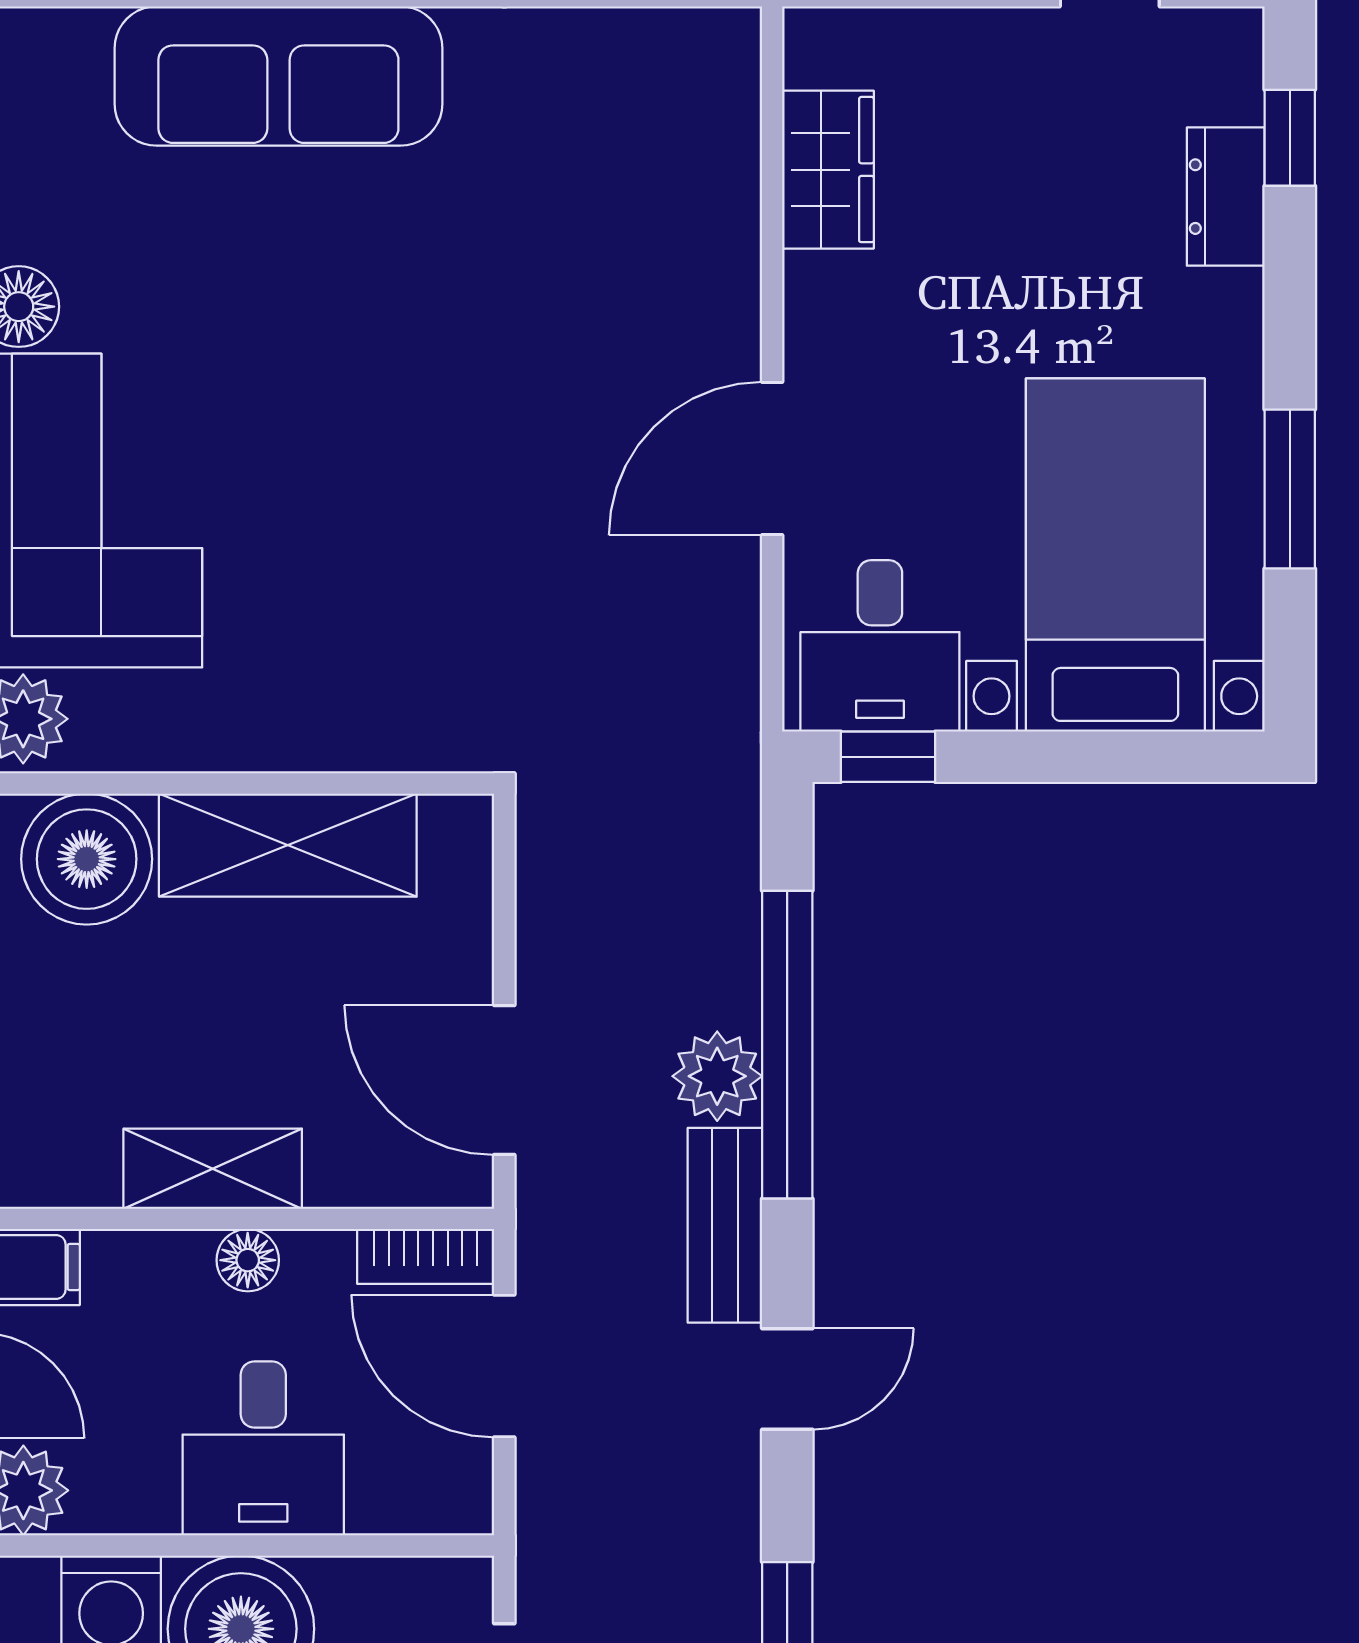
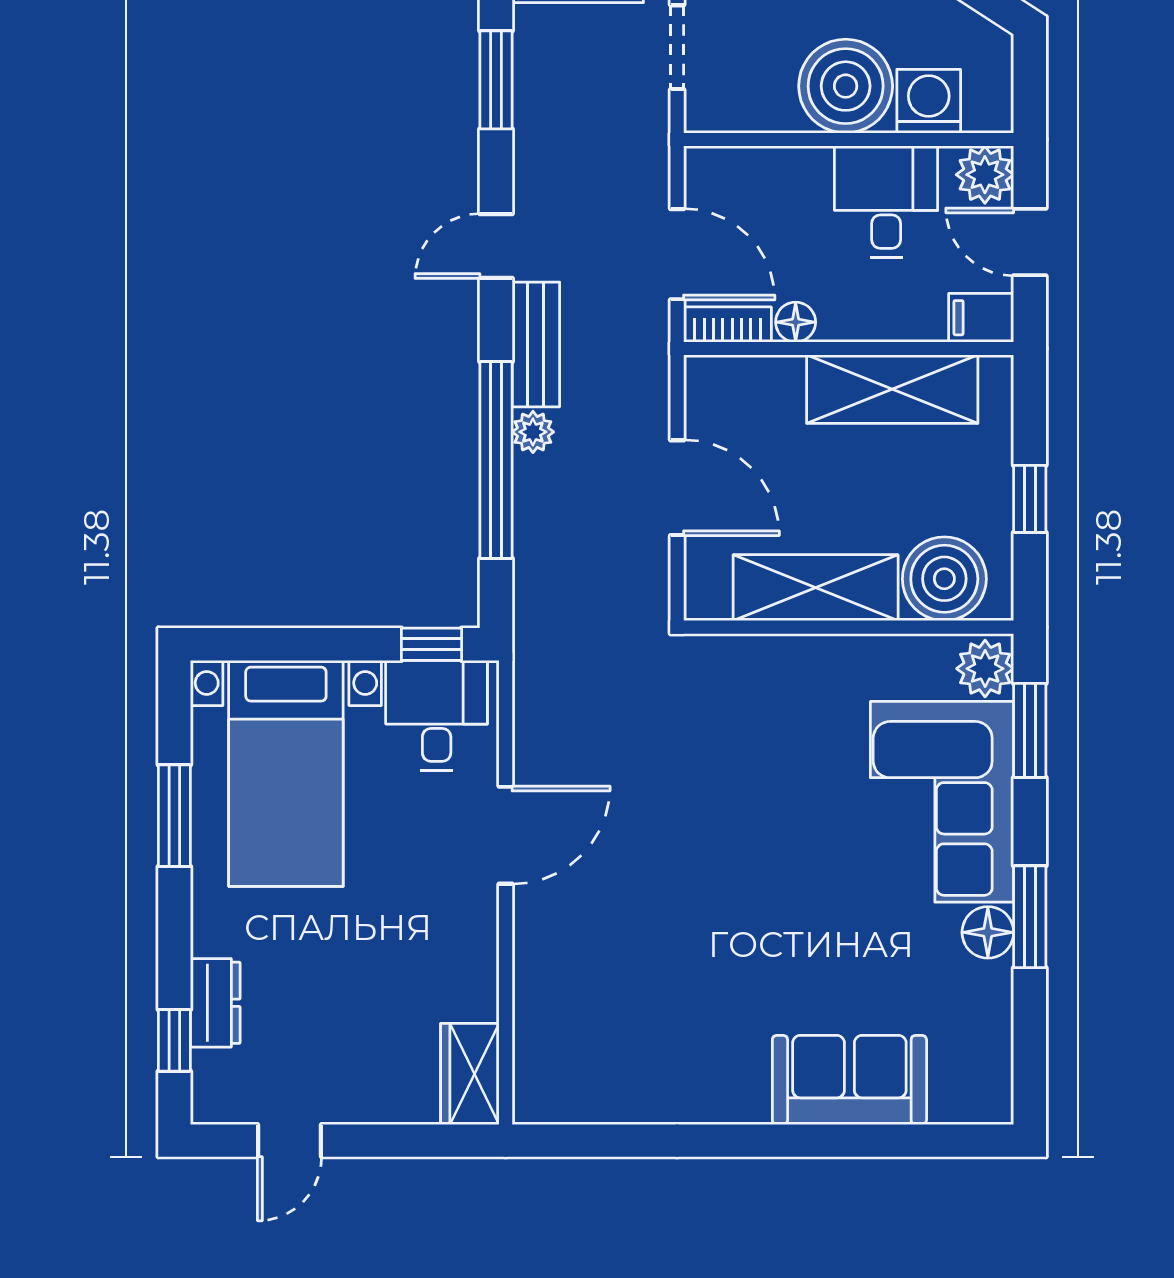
sofa: (278, 76) -> (849, 1080), width x0.73
wardrobe: (828, 170) -> (470, 1074), moved
plant: (717, 1076) -> (533, 432), width x0.73, depth x0.73
door: (504, 1080) -> (677, 488), moved
shelving: (213, 1169) -> (892, 389), width x1.50, depth x1.33
floor lamp: (248, 1260) -> (796, 322), moved
desk: (263, 1448) -> (886, 202), moved

